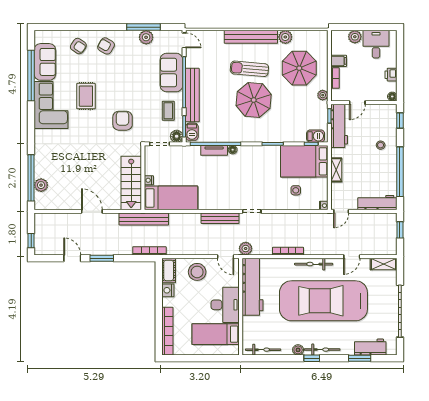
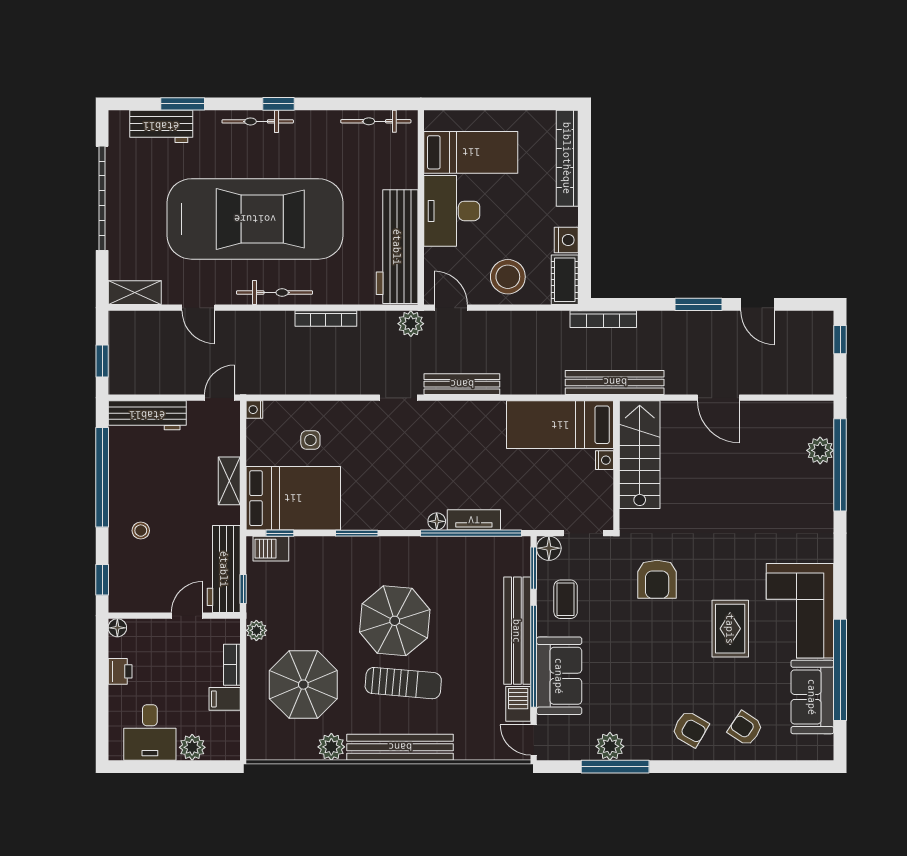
barbecue: (192, 132) -> (518, 704), moved
door: (352, 257) -> (198, 308), swing flipped
boiler: (298, 350) -> (306, 121), removed

